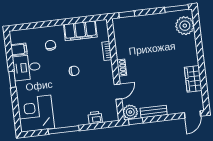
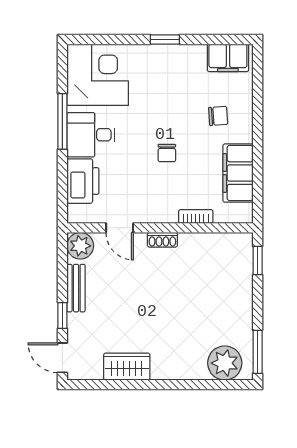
filing cabinet: (19, 49) -> (228, 58), width x2.00
desk: (27, 67) -> (91, 135), moved, turned -90
printer: (95, 118) -> (83, 181), width x1.87, depth x1.48
window: (136, 121) -> (62, 316), moved

